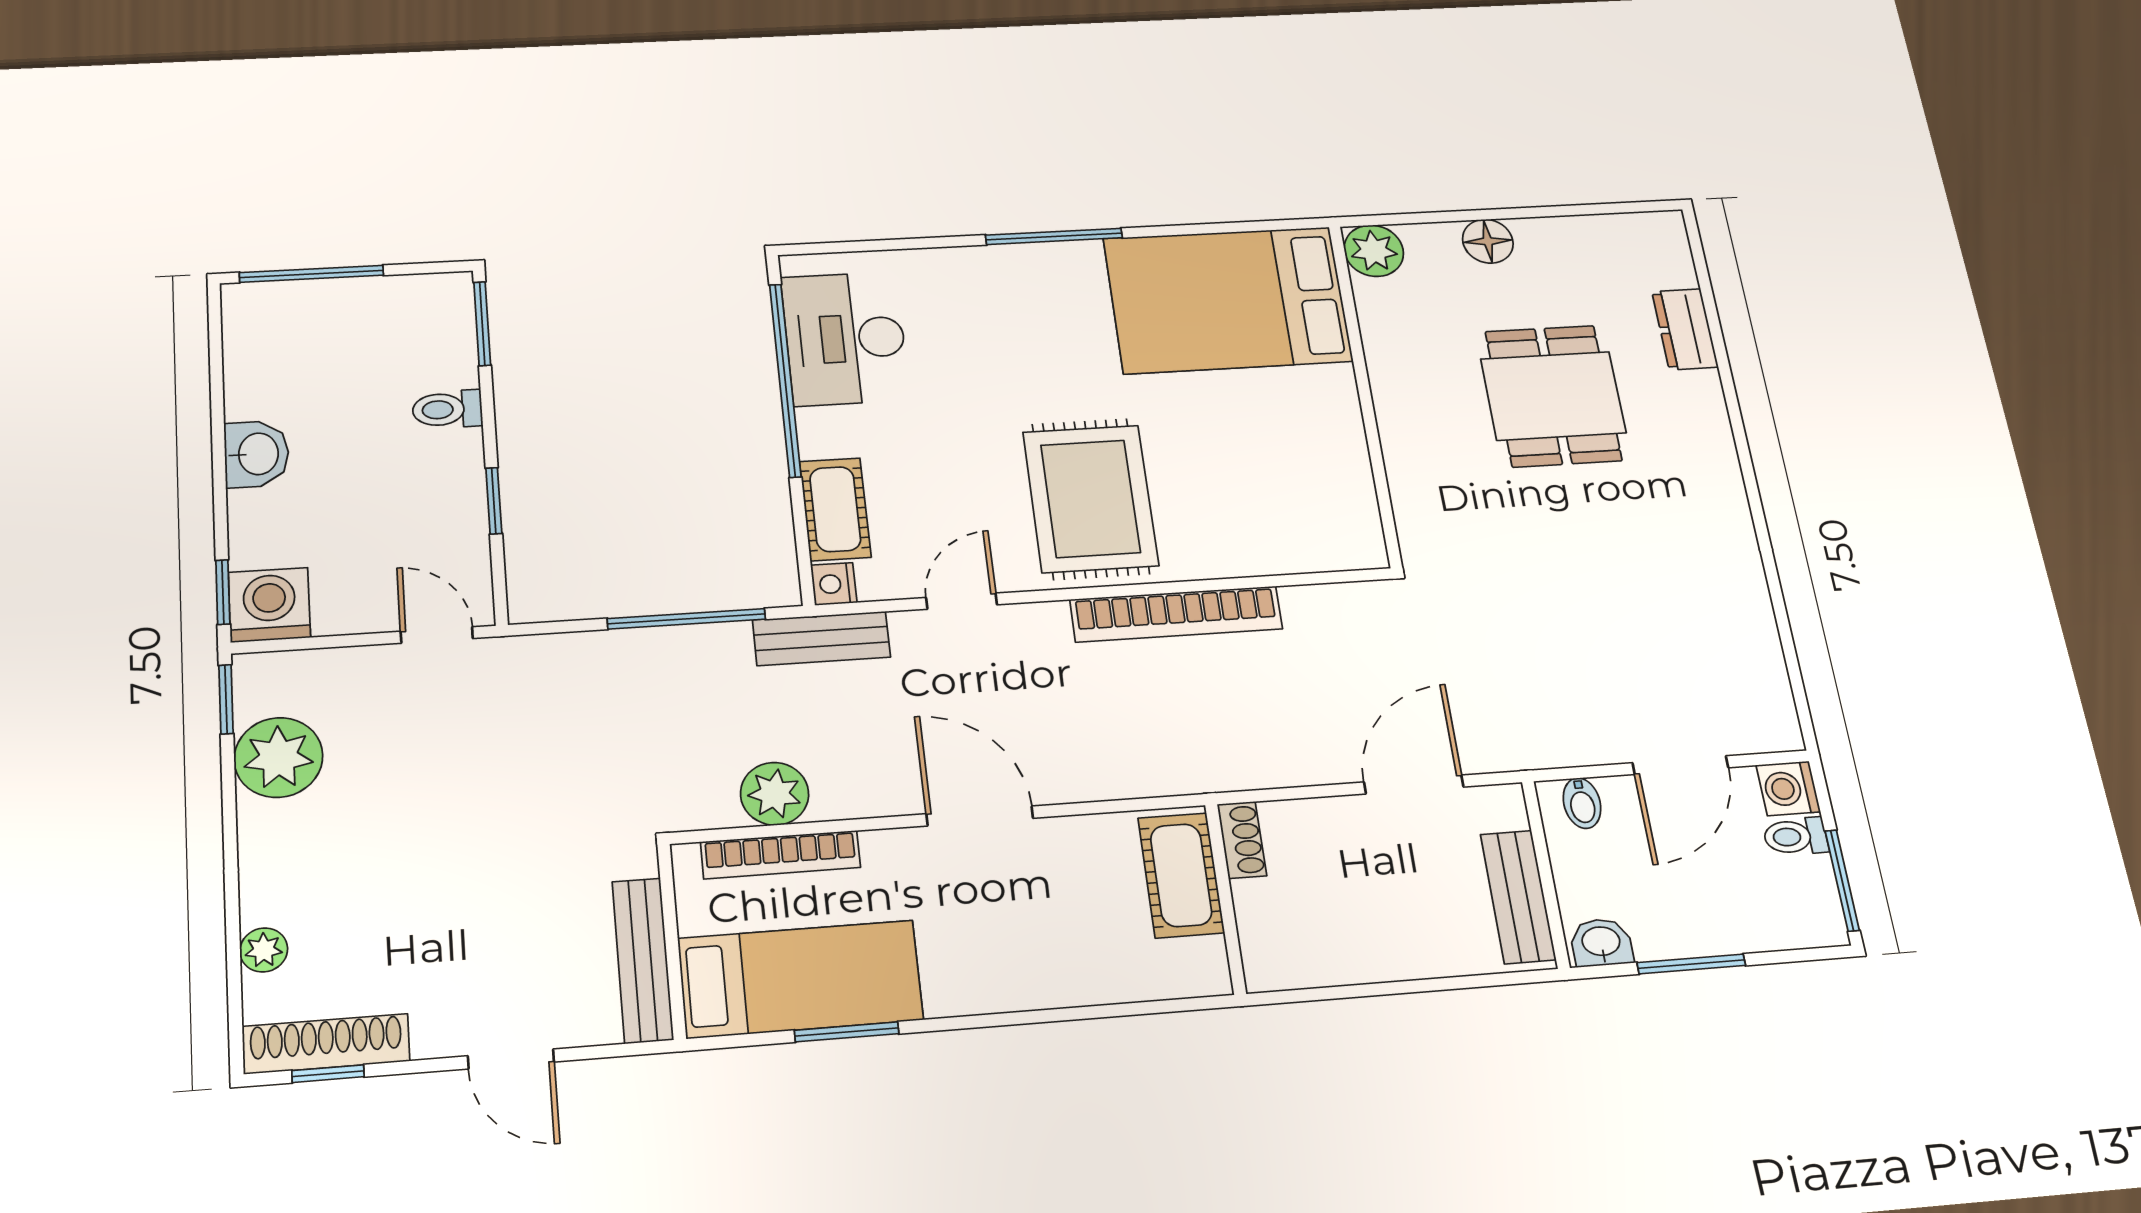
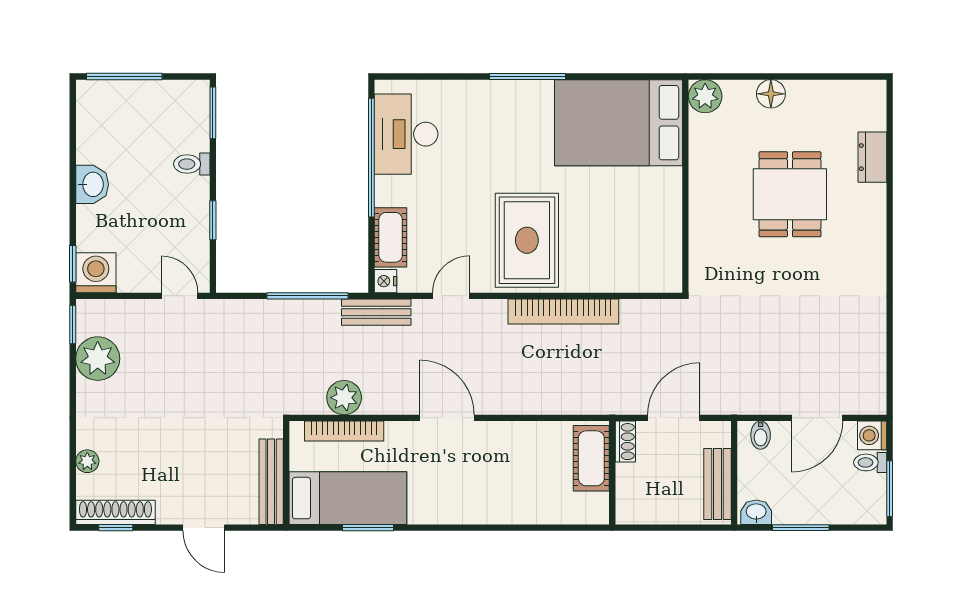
shoe rack: (1242, 840) -> (625, 442), moved
cot: (1181, 875) -> (591, 458), moved
wall: (1226, 898) -> (612, 473), moved

